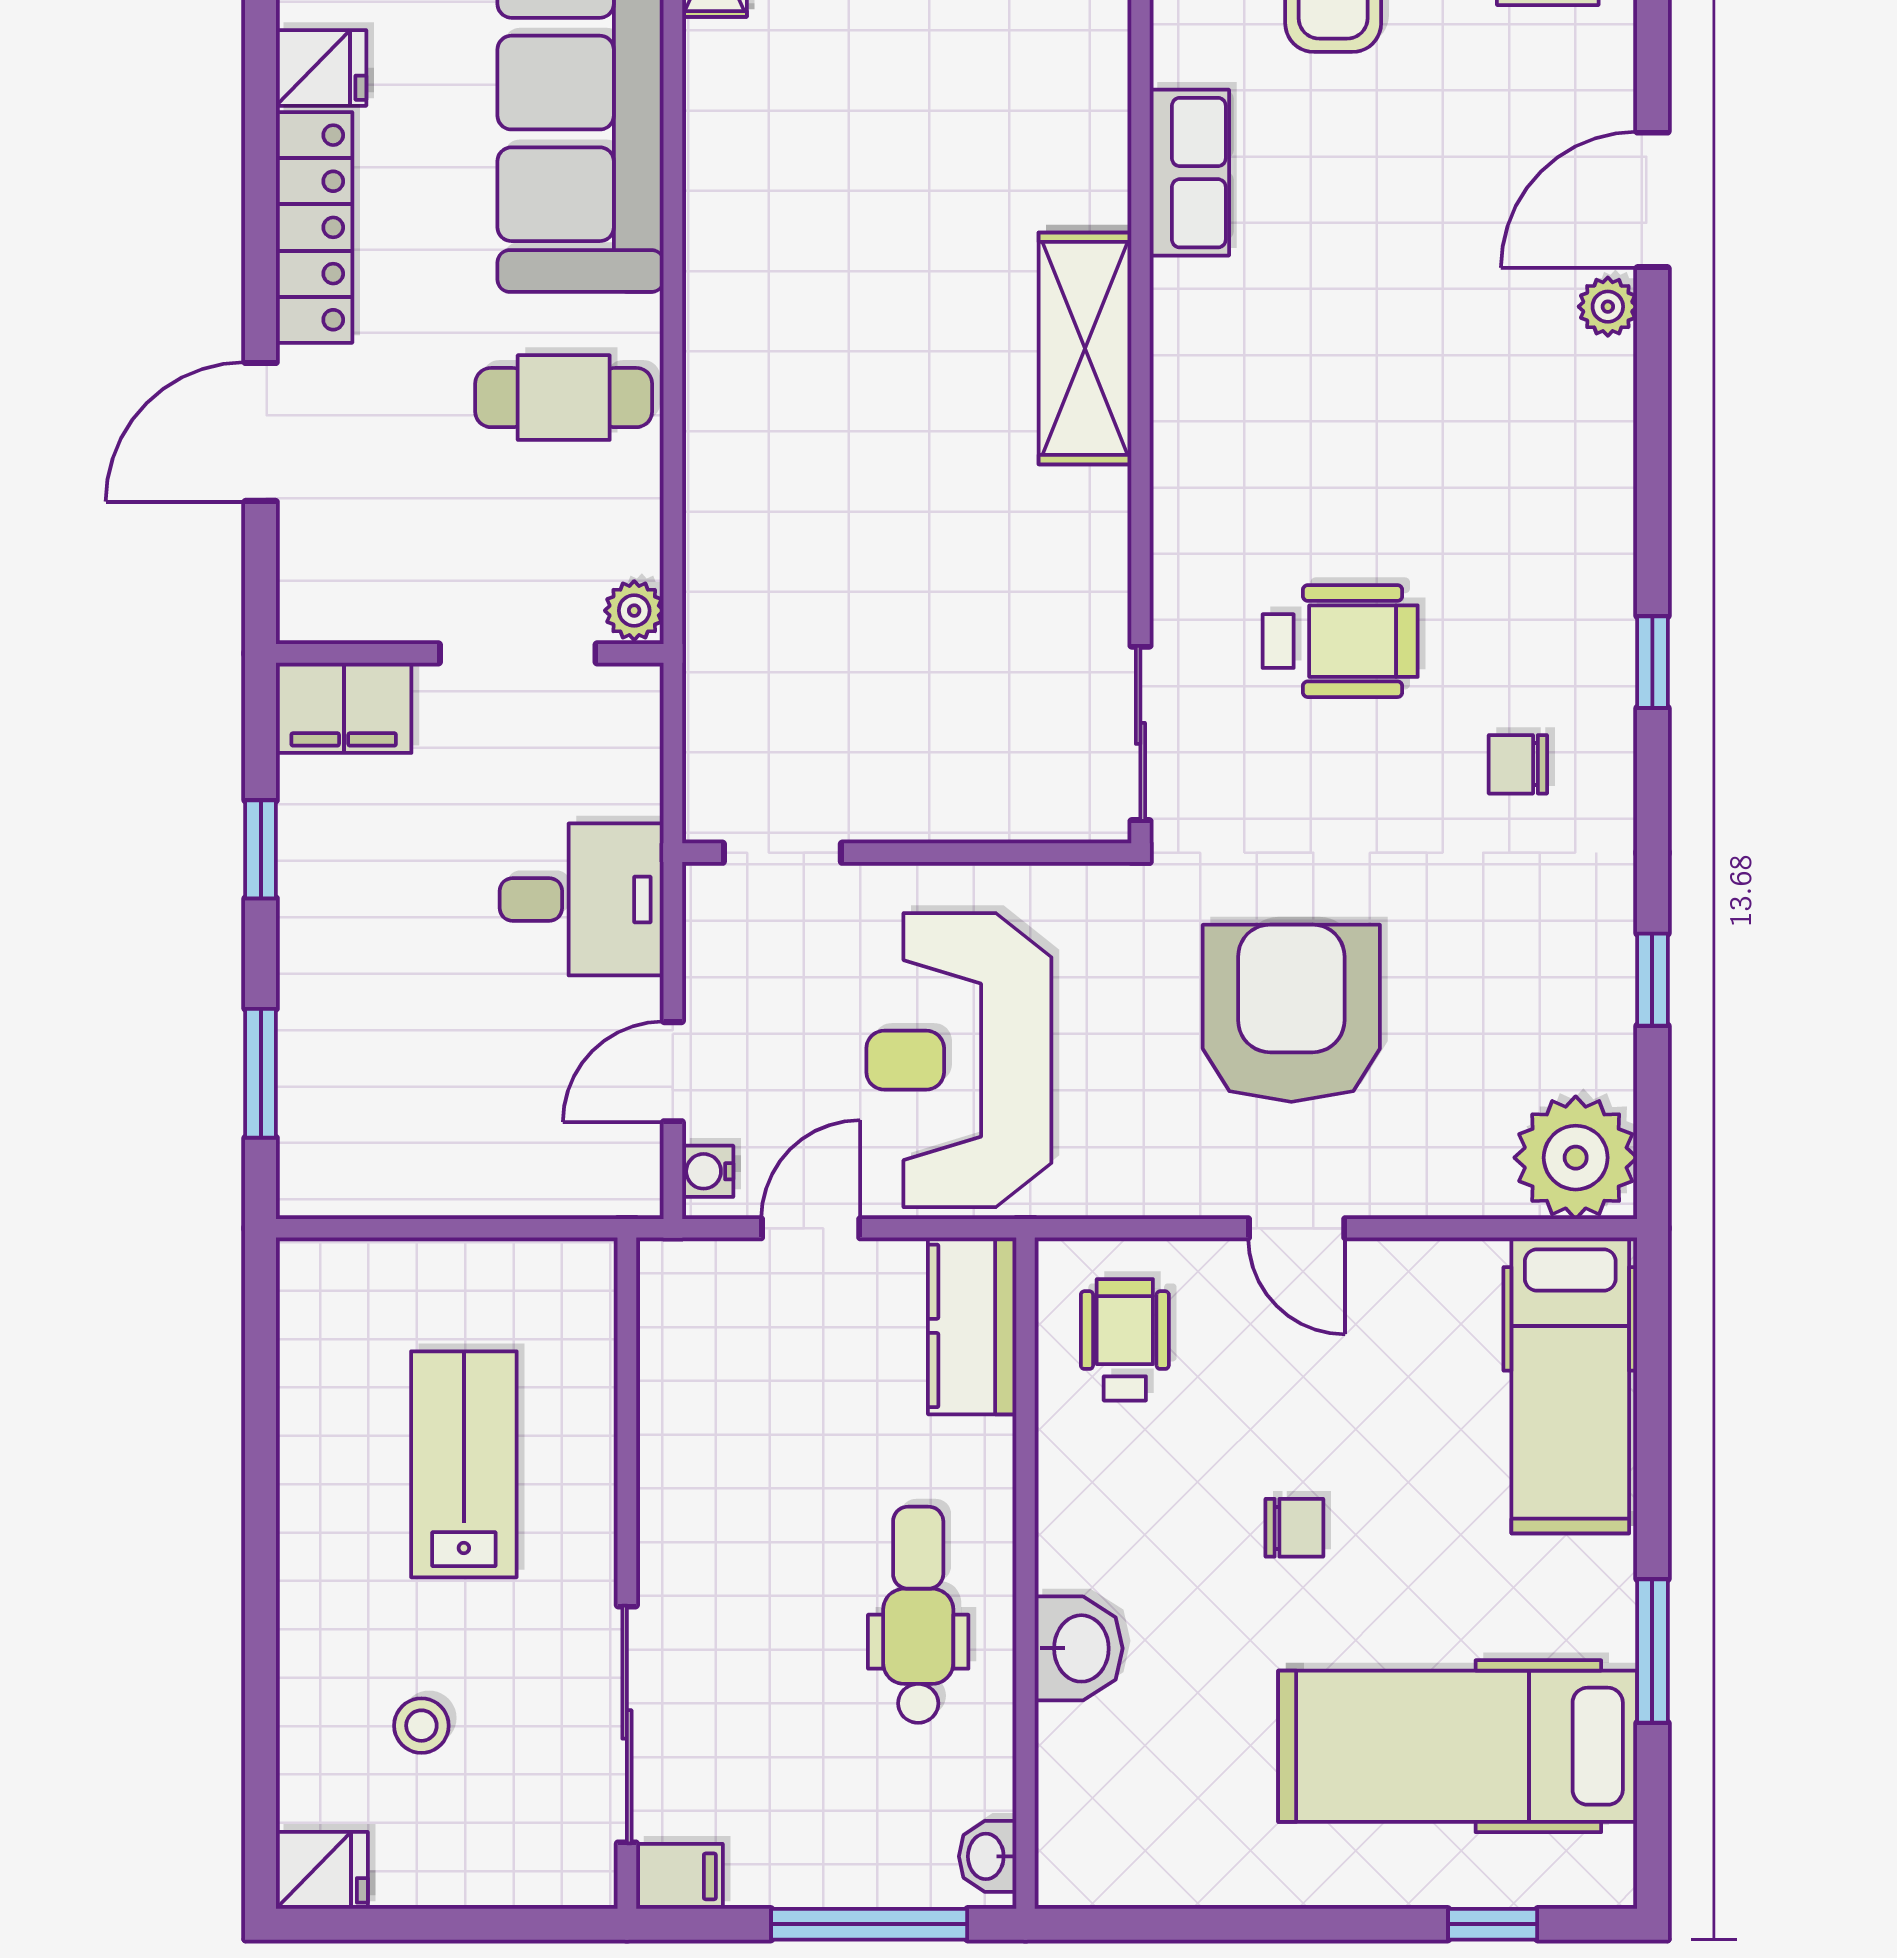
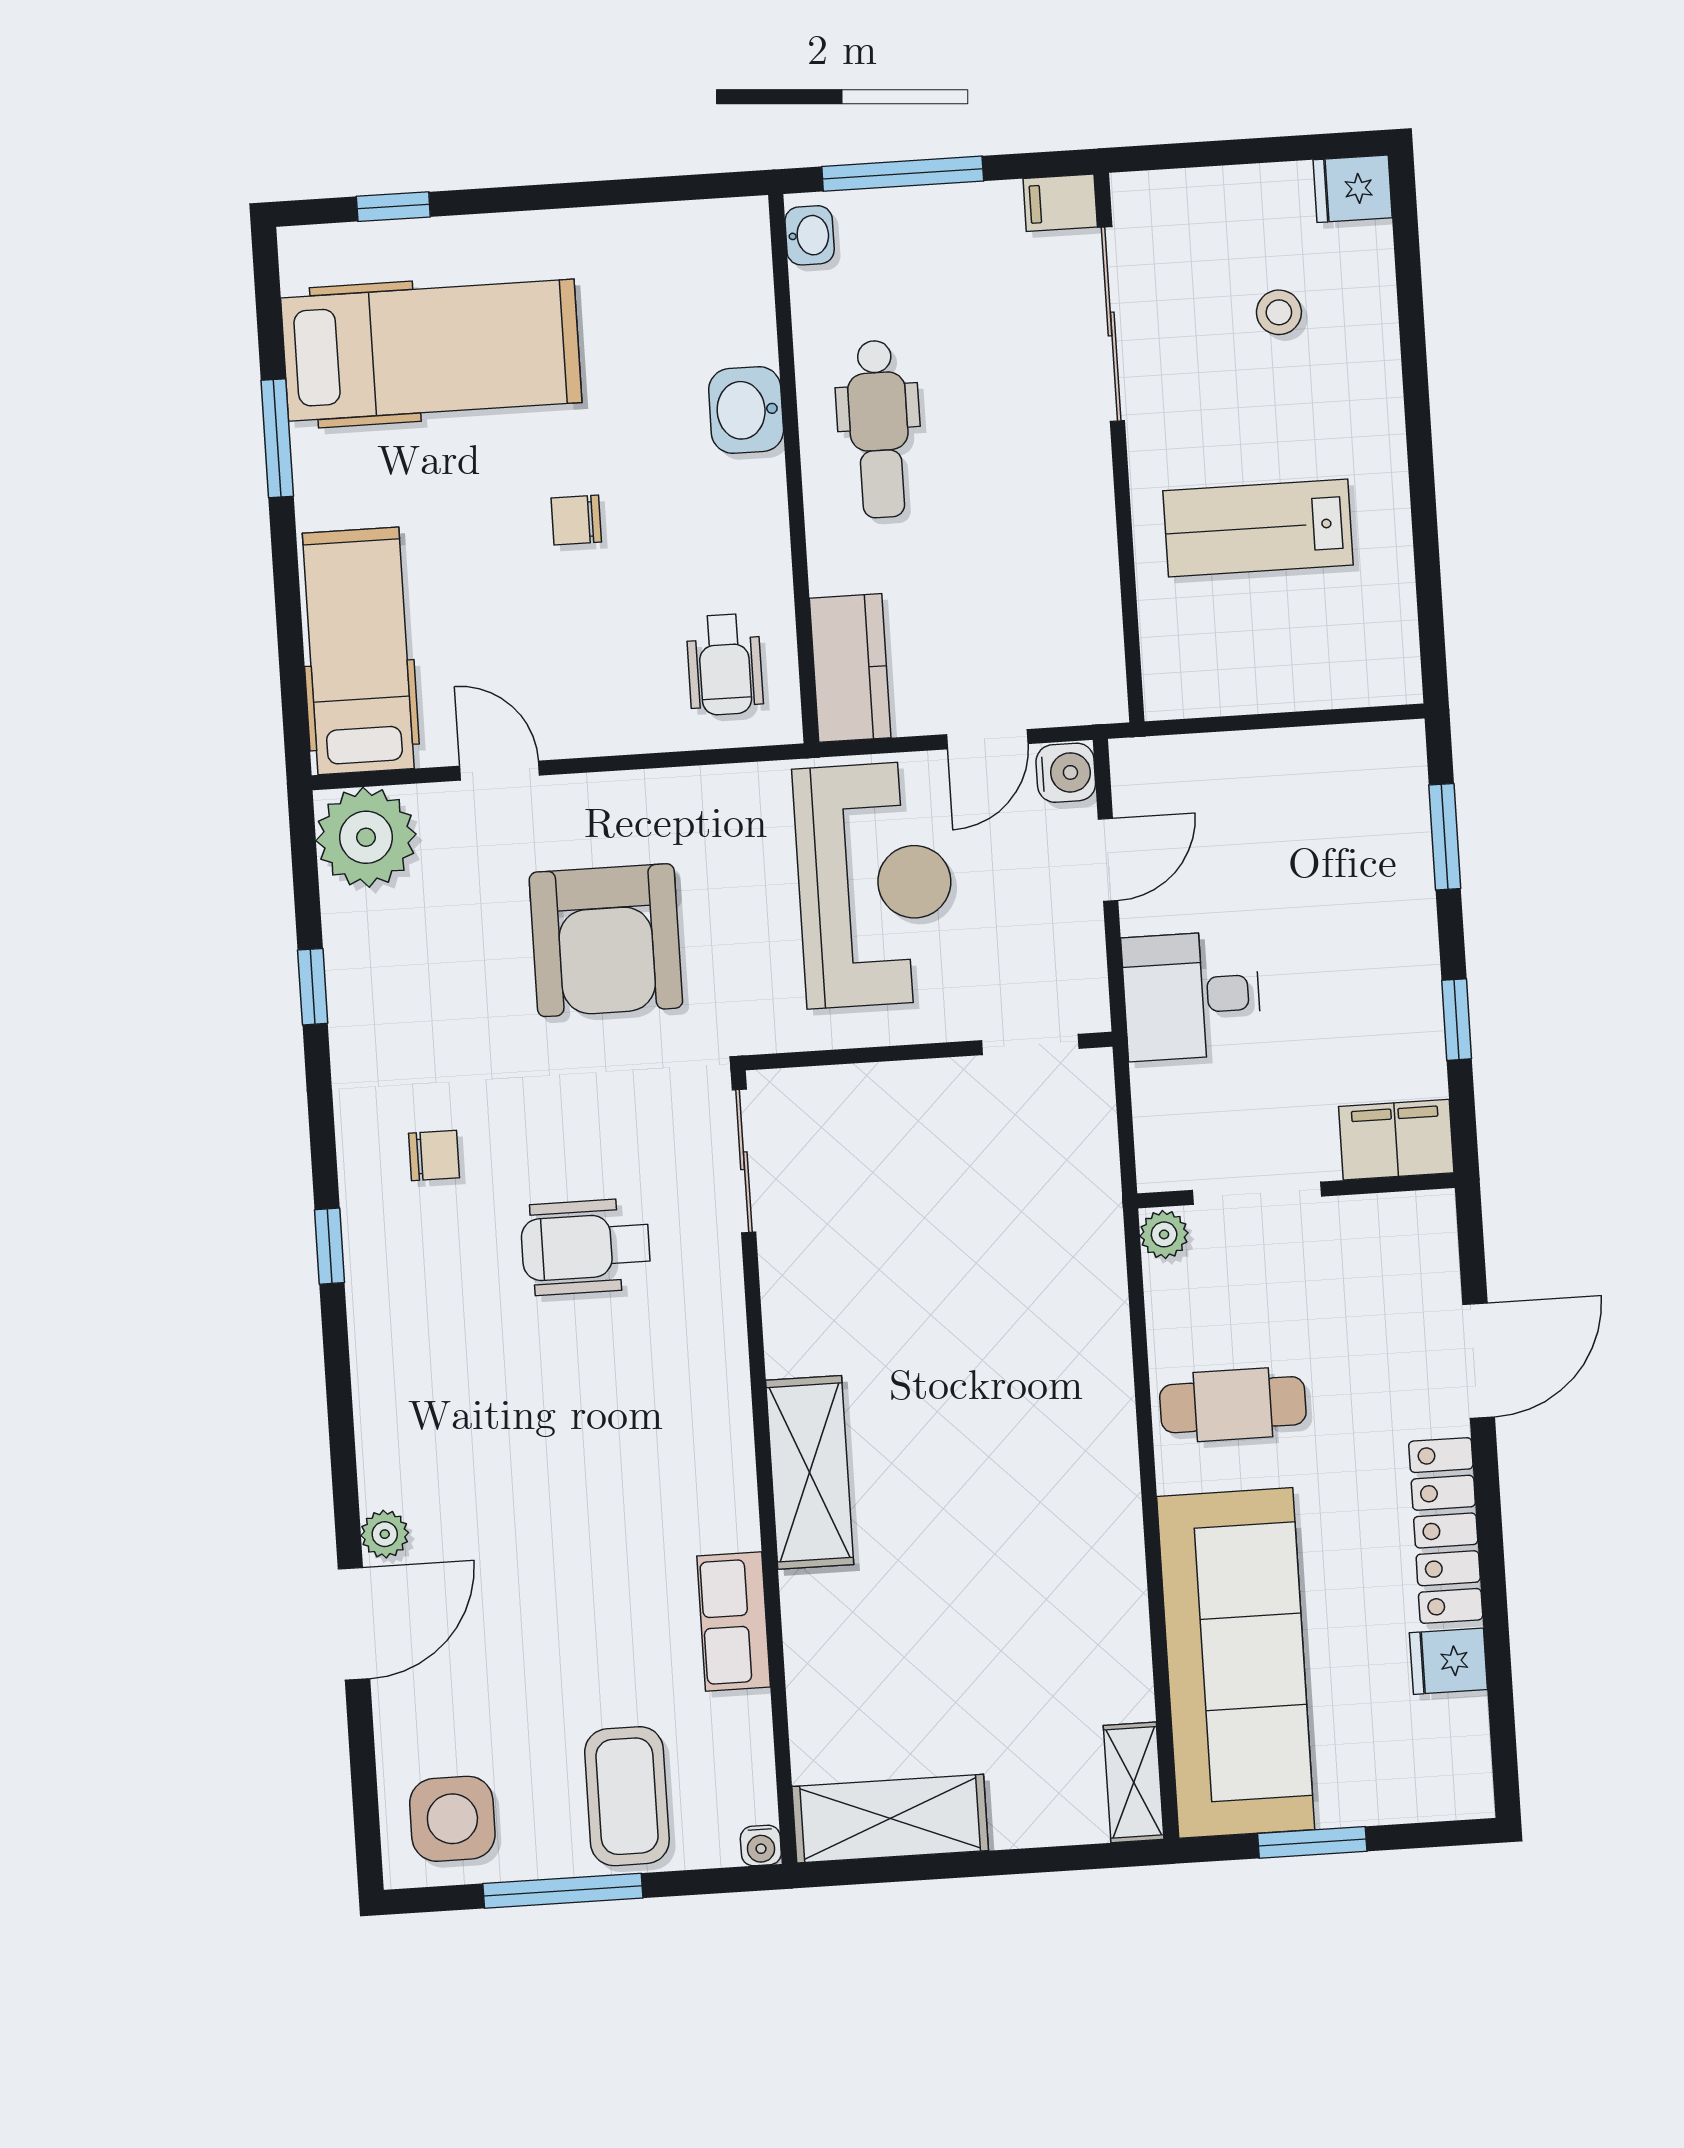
water cooler: (708, 1171) -> (1066, 773), width x1.38, depth x1.38
door: (1297, 1228) -> (500, 771), moved
lab bench: (464, 1464) -> (1258, 528), turned 90

